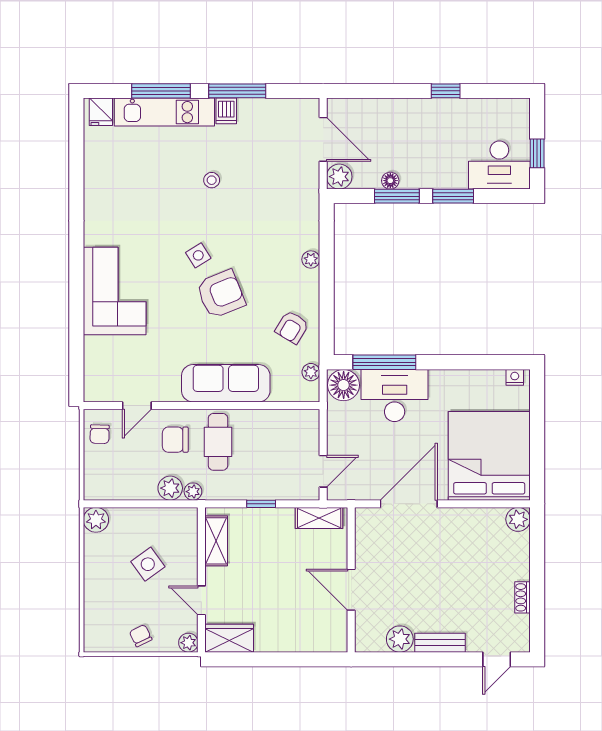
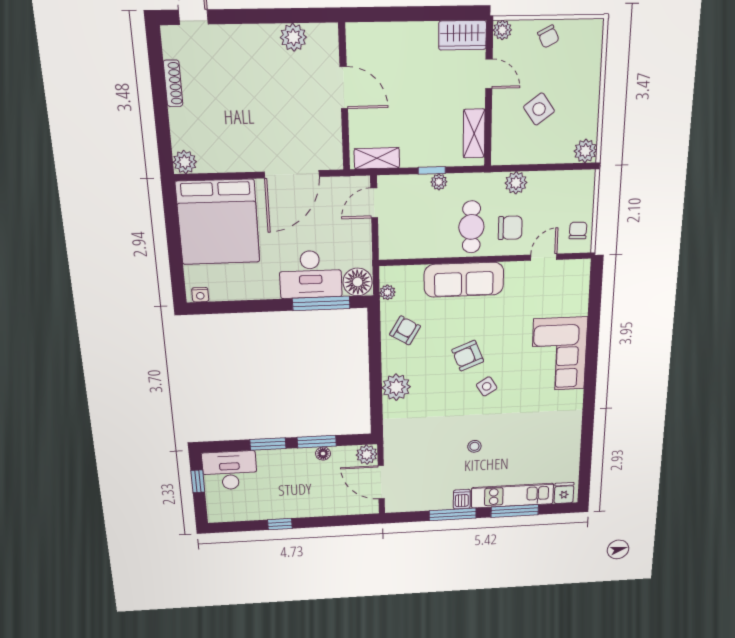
plant: (311, 259) -> (396, 387), width x1.88, depth x1.88
armchair: (221, 294) -> (468, 356), width x0.72, depth x0.72
plant: (193, 492) -> (439, 182), moved
shoe rack: (522, 597) -> (173, 83), width x1.43
bench: (440, 643) -> (253, 34), removed

